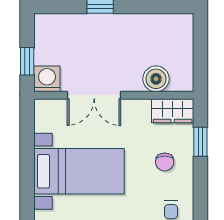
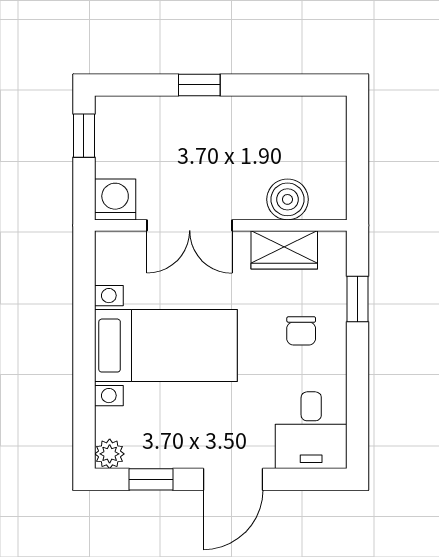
window: (27, 61) -> (84, 136), moved
wardrobe: (173, 111) -> (284, 250), moved

